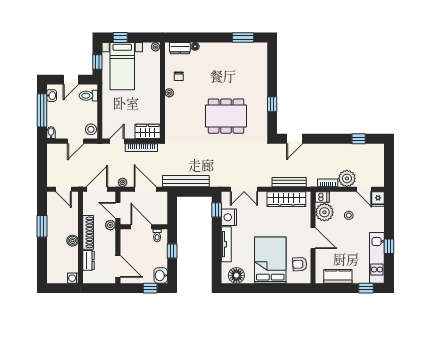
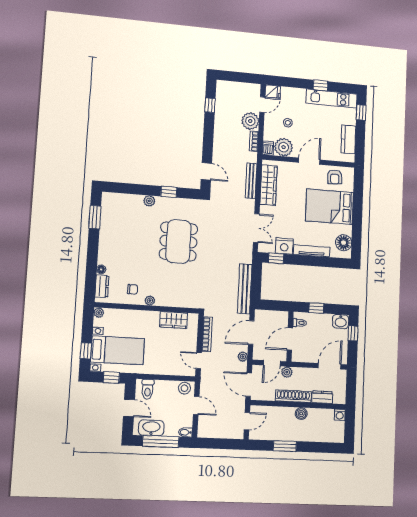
plant: (262, 87) -> (149, 201), added
washbasin: (52, 96) -> (151, 428), width x1.91, depth x1.45
wardrobe: (148, 131) -> (174, 320), moved, turned -90

